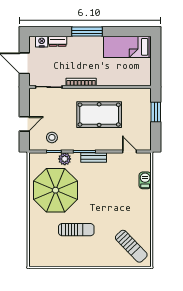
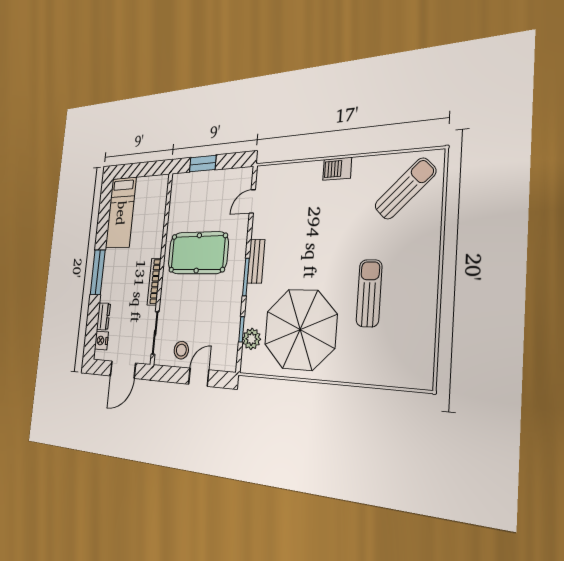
pool table: (99, 115) -> (198, 253), turned 90
door: (24, 124) -> (199, 377), hinge flipped
stool: (52, 137) -> (181, 350), moved
plant: (65, 159) -> (252, 339), moved
barbecue: (145, 180) -> (337, 169), moved

